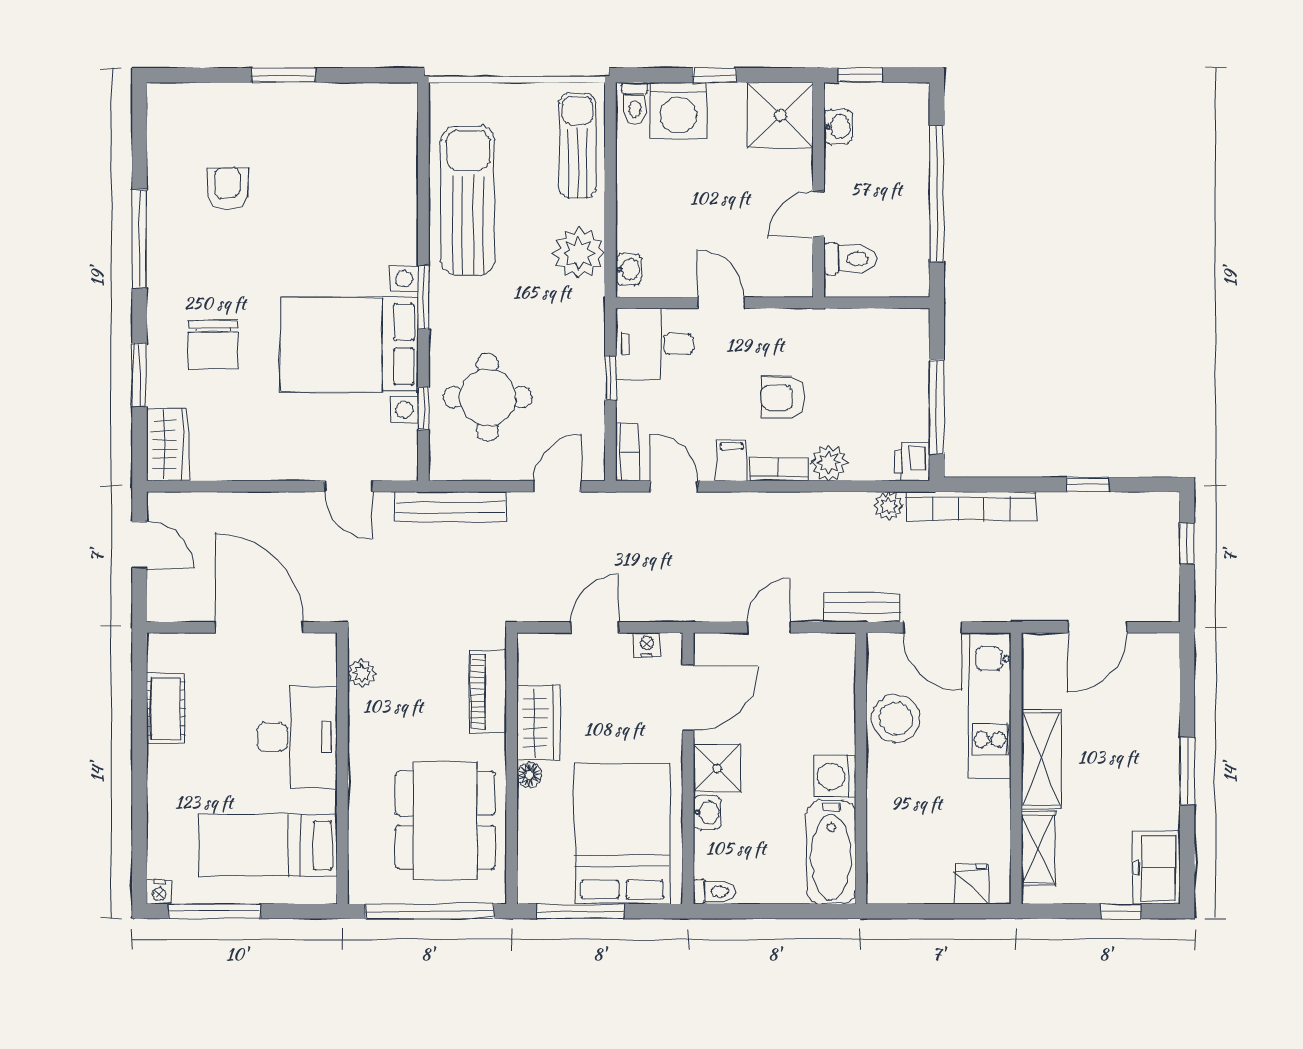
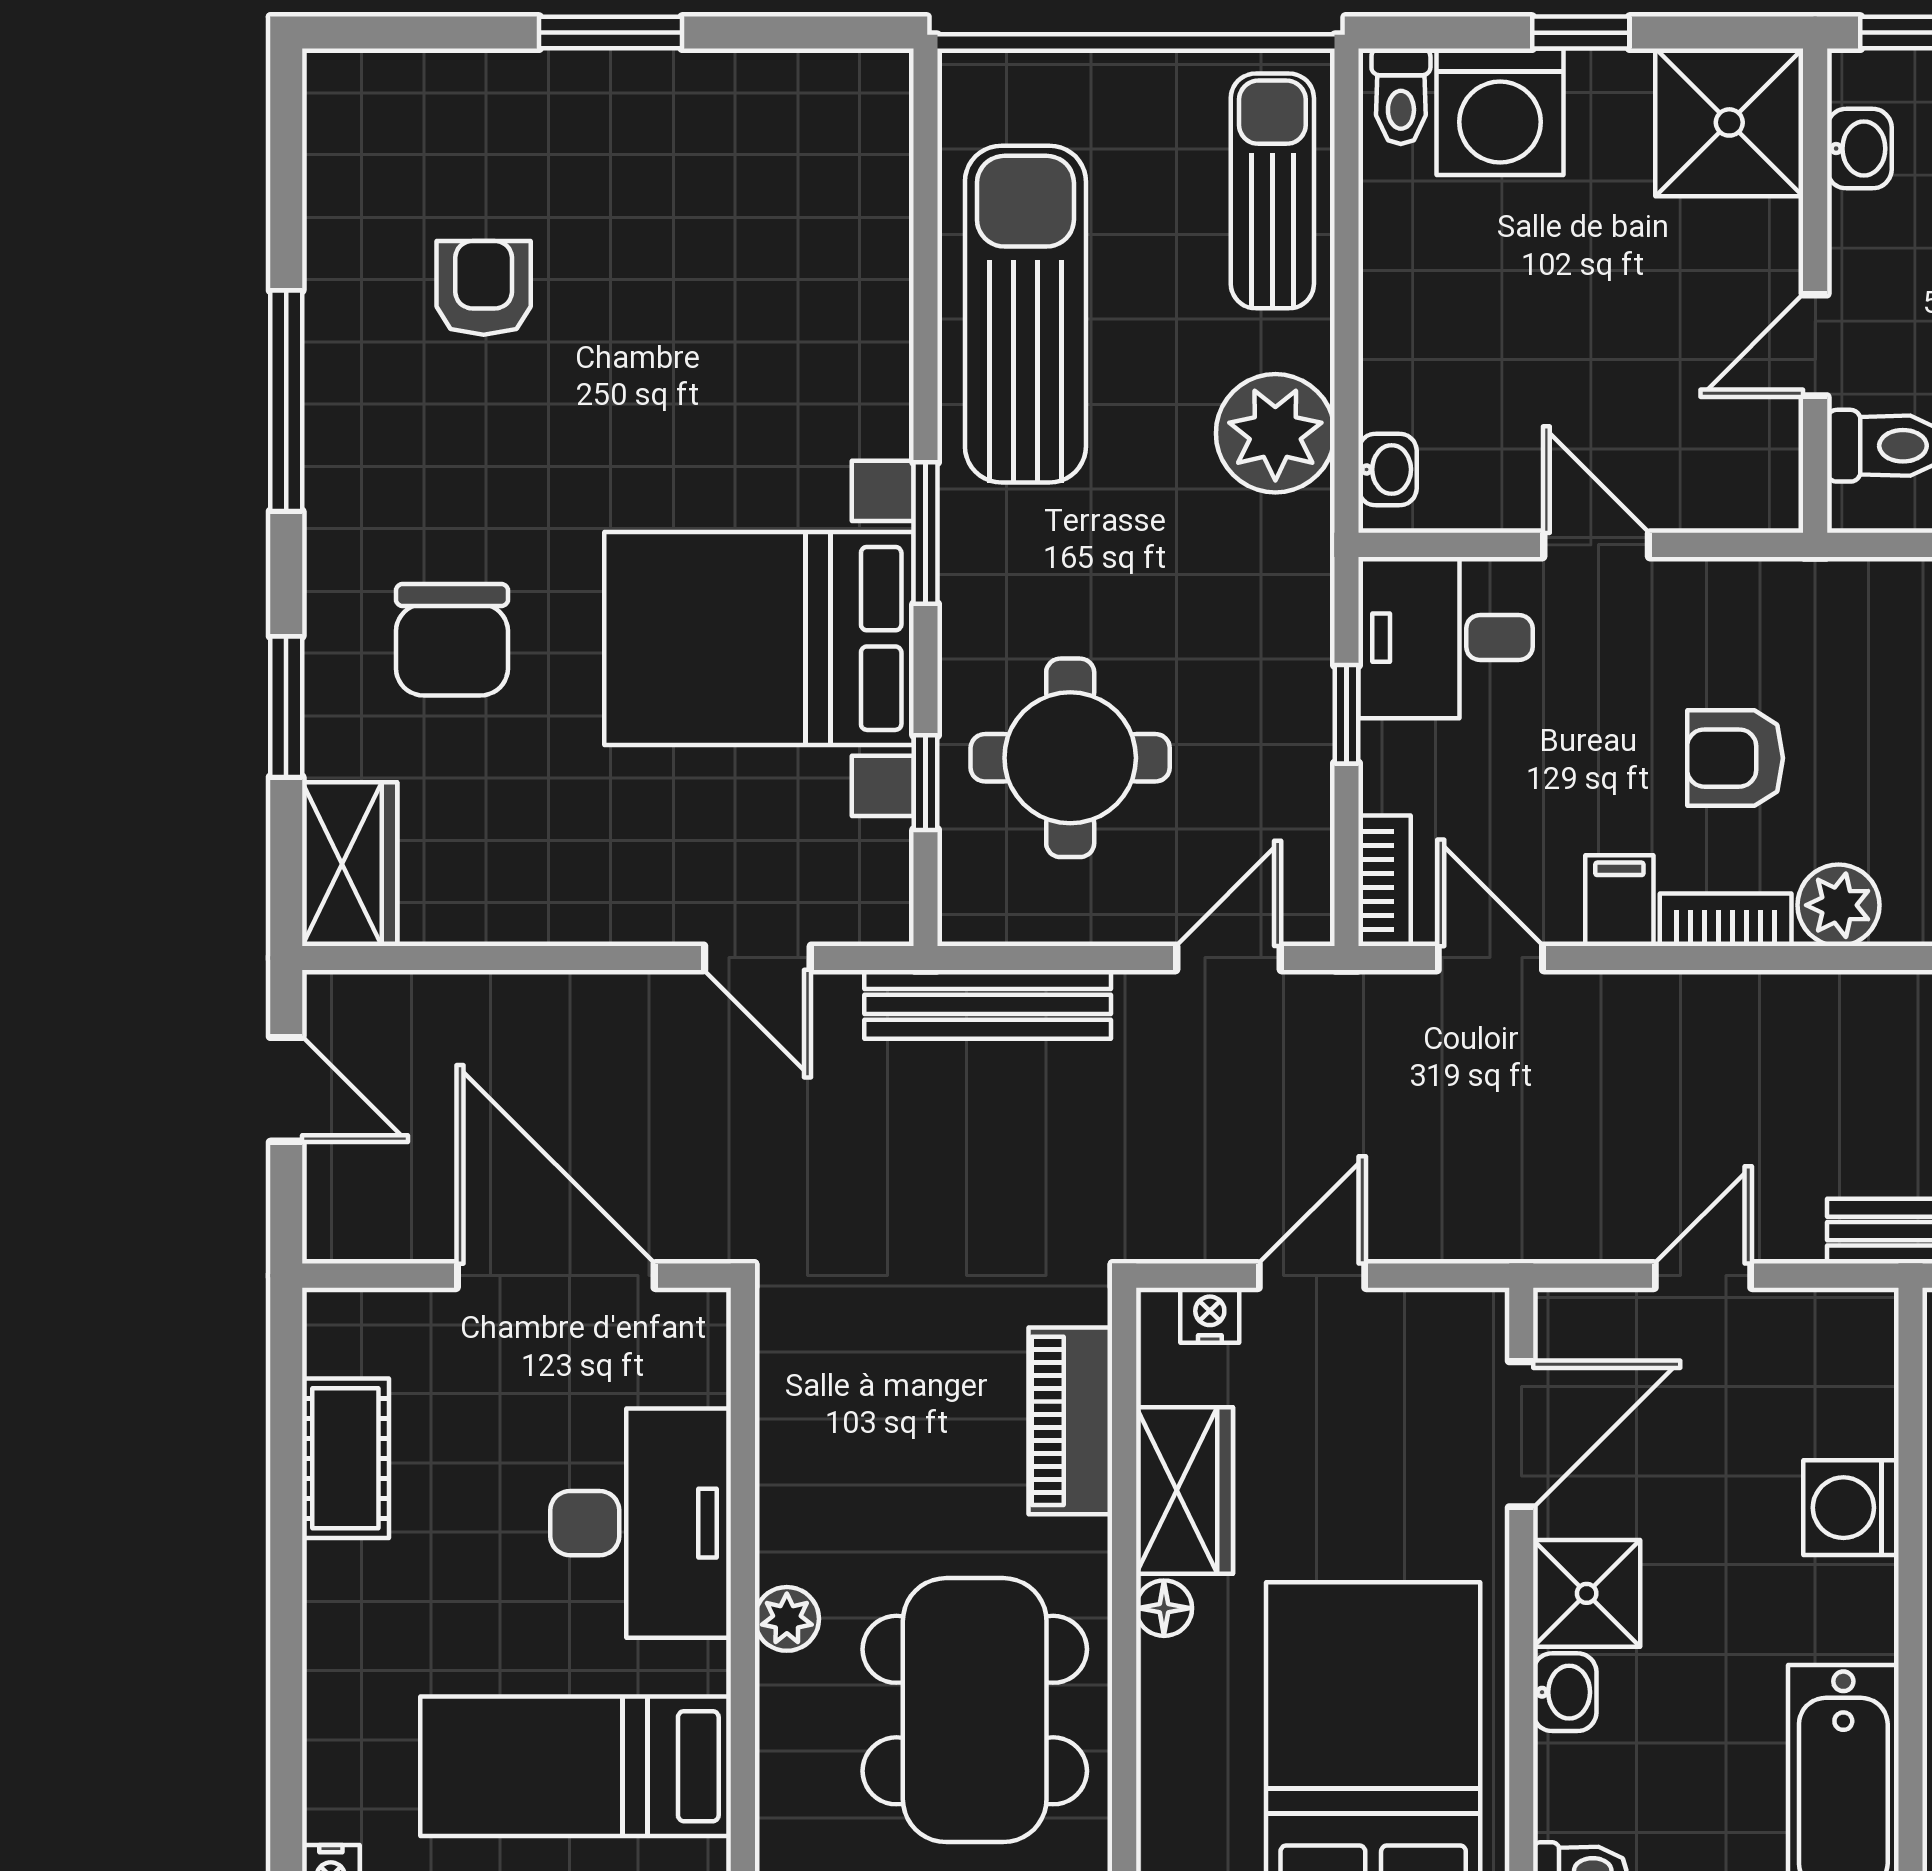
nightstand: (647, 645) -> (1210, 1315), moved
plant: (362, 673) -> (787, 1619), moved
washing machine: (834, 776) -> (1851, 1508), moved

